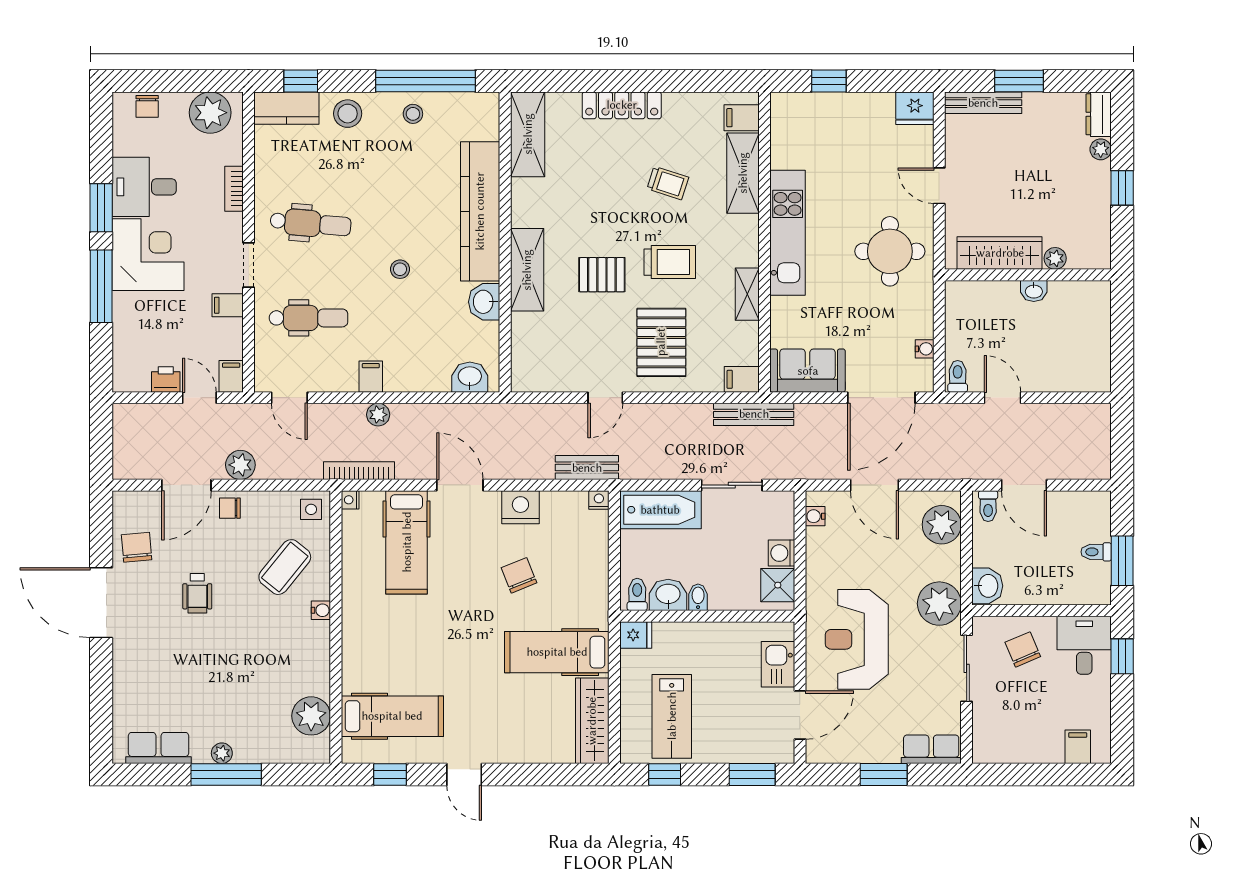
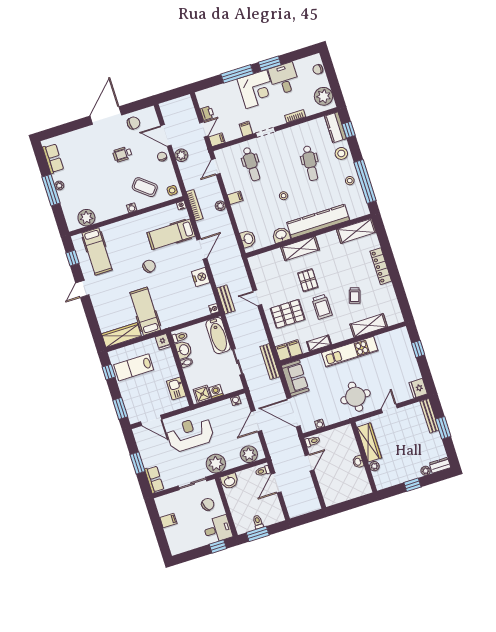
filing cabinet: (742, 118) -> (295, 348), moved
dental chair: (311, 223) -> (310, 163), moved
chair: (519, 575) -> (149, 266), moved
kitchen sink: (778, 664) -> (176, 388), moved, turned -90
filing cabinet: (1078, 747) -> (168, 521), moved

